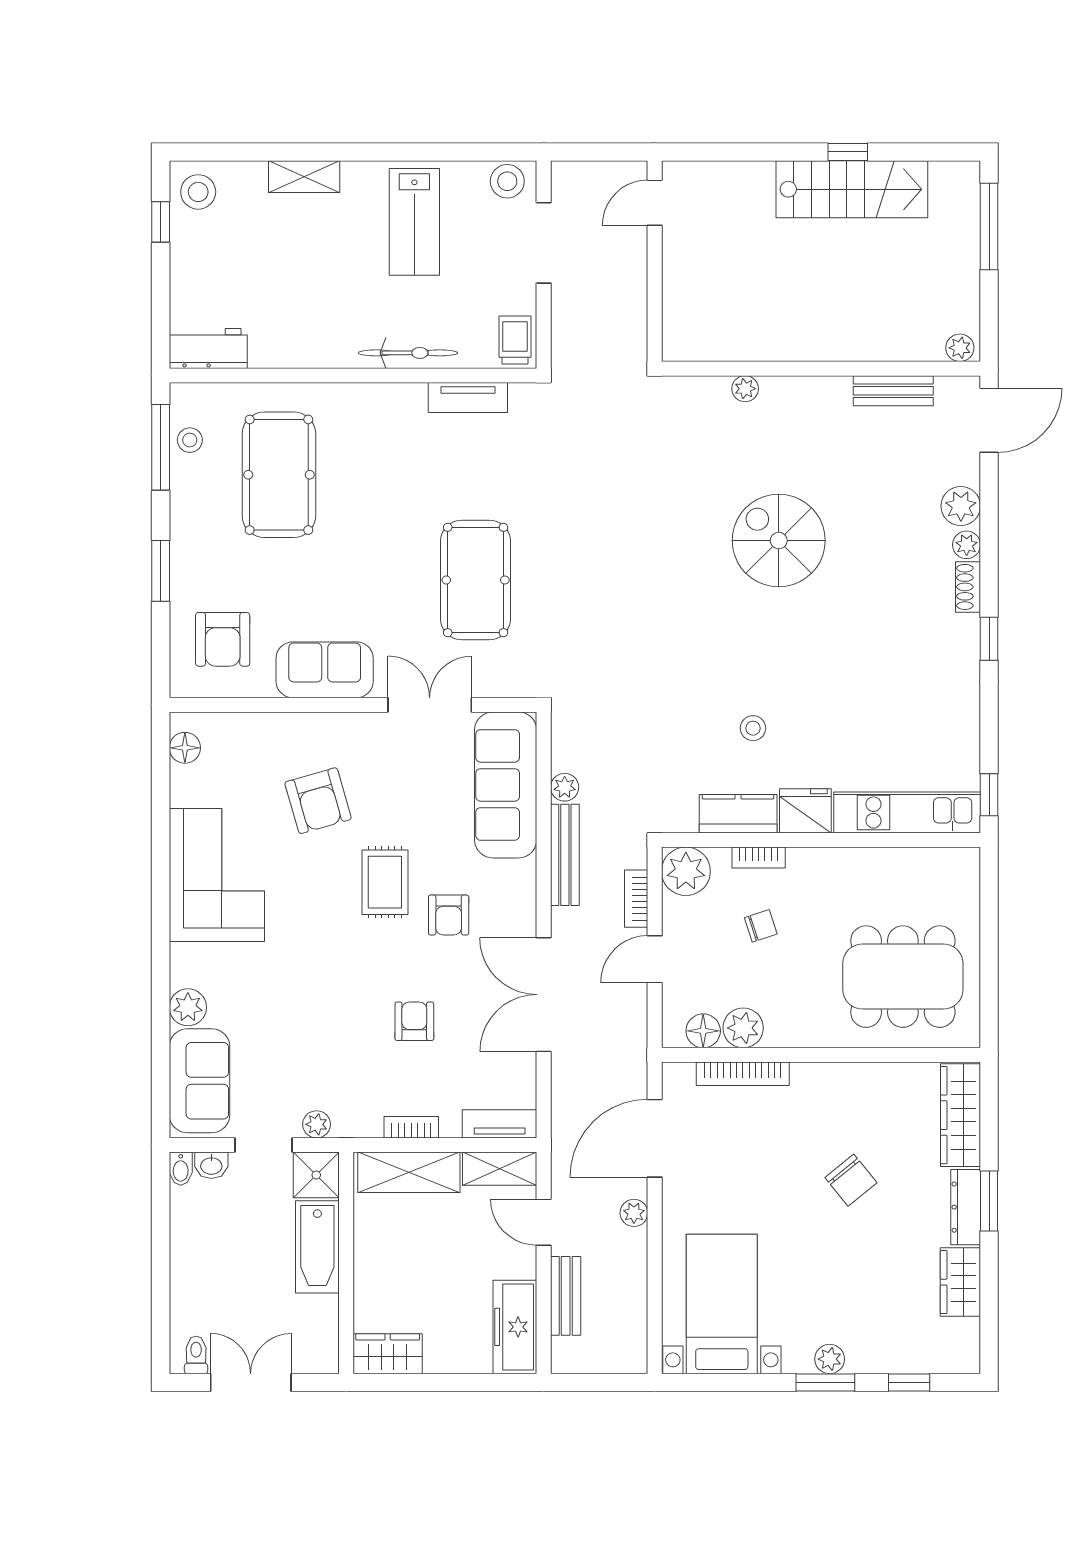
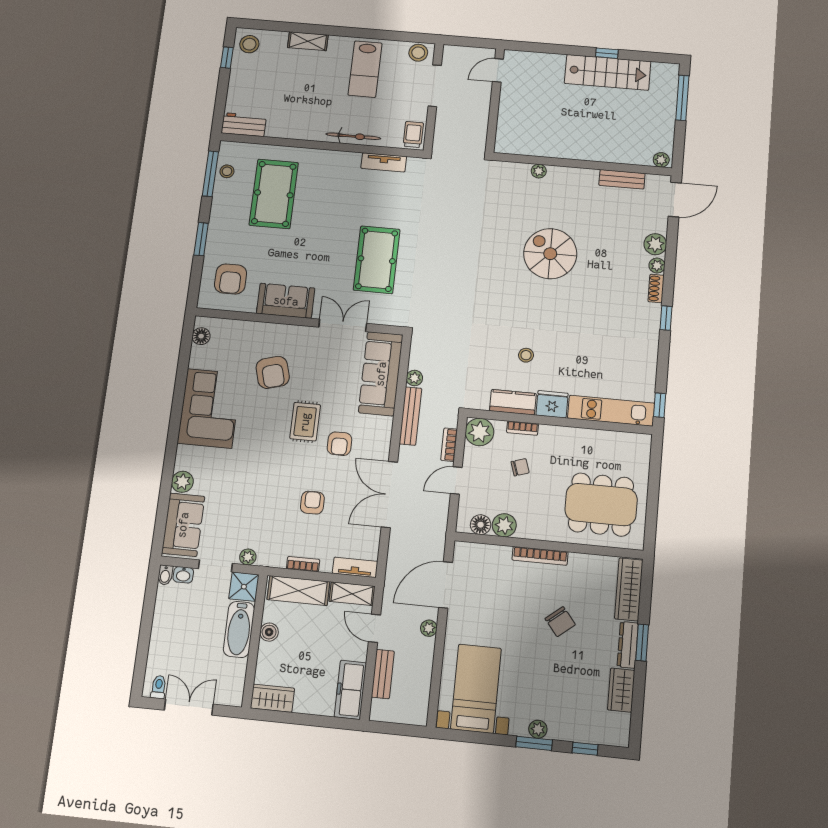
bookcase: (743, 1074) -> (540, 556), moved
boiler: (368, 1246) -> (269, 632), added

